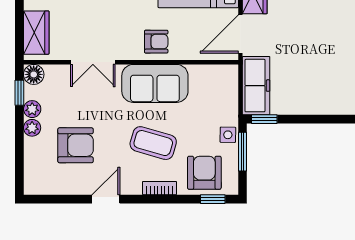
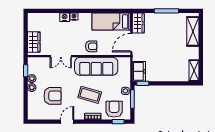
floor lamp: (34, 74) -> (33, 62), removed
sofa: (155, 83) -> (96, 66), width x1.36
freezer: (256, 86) -> (139, 71), width x0.71

